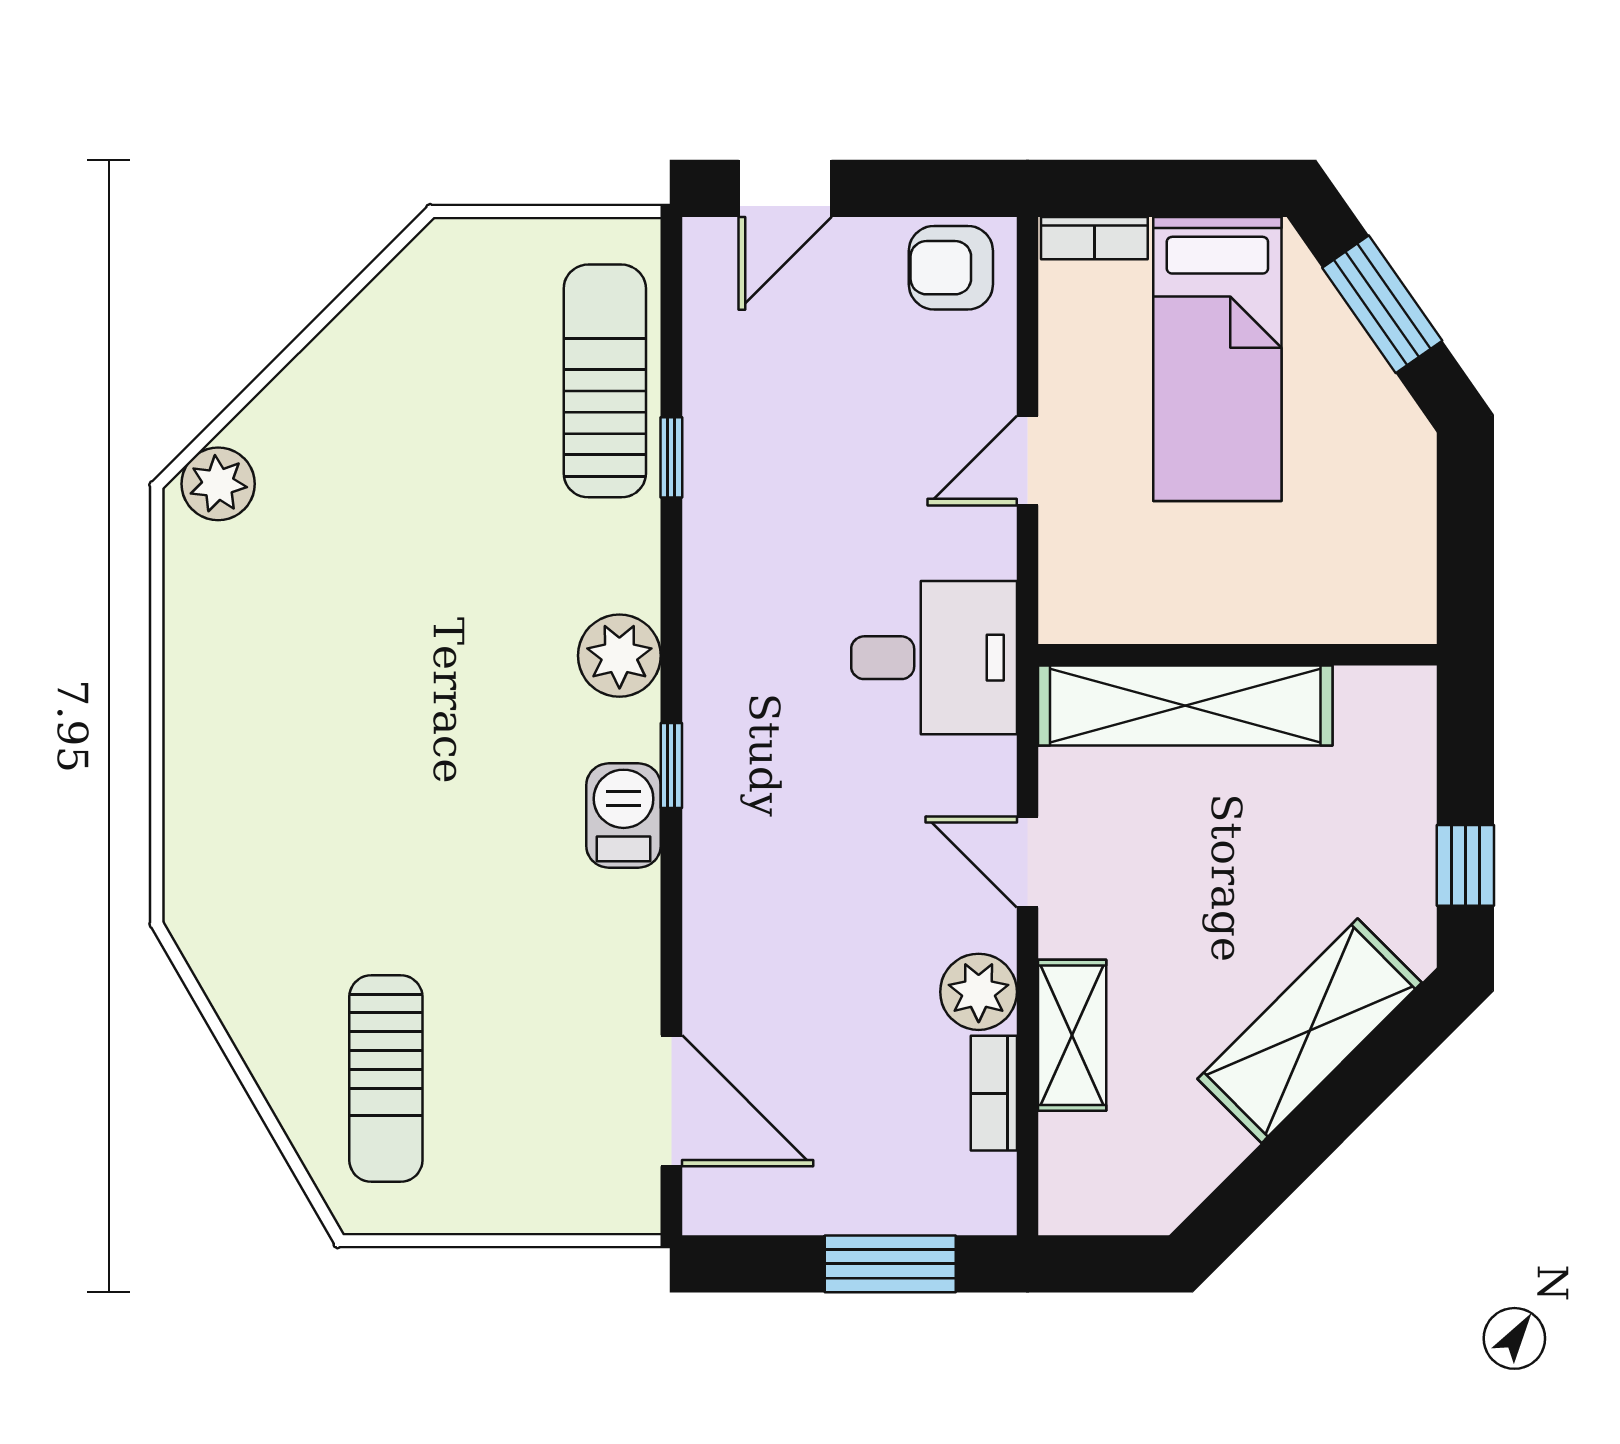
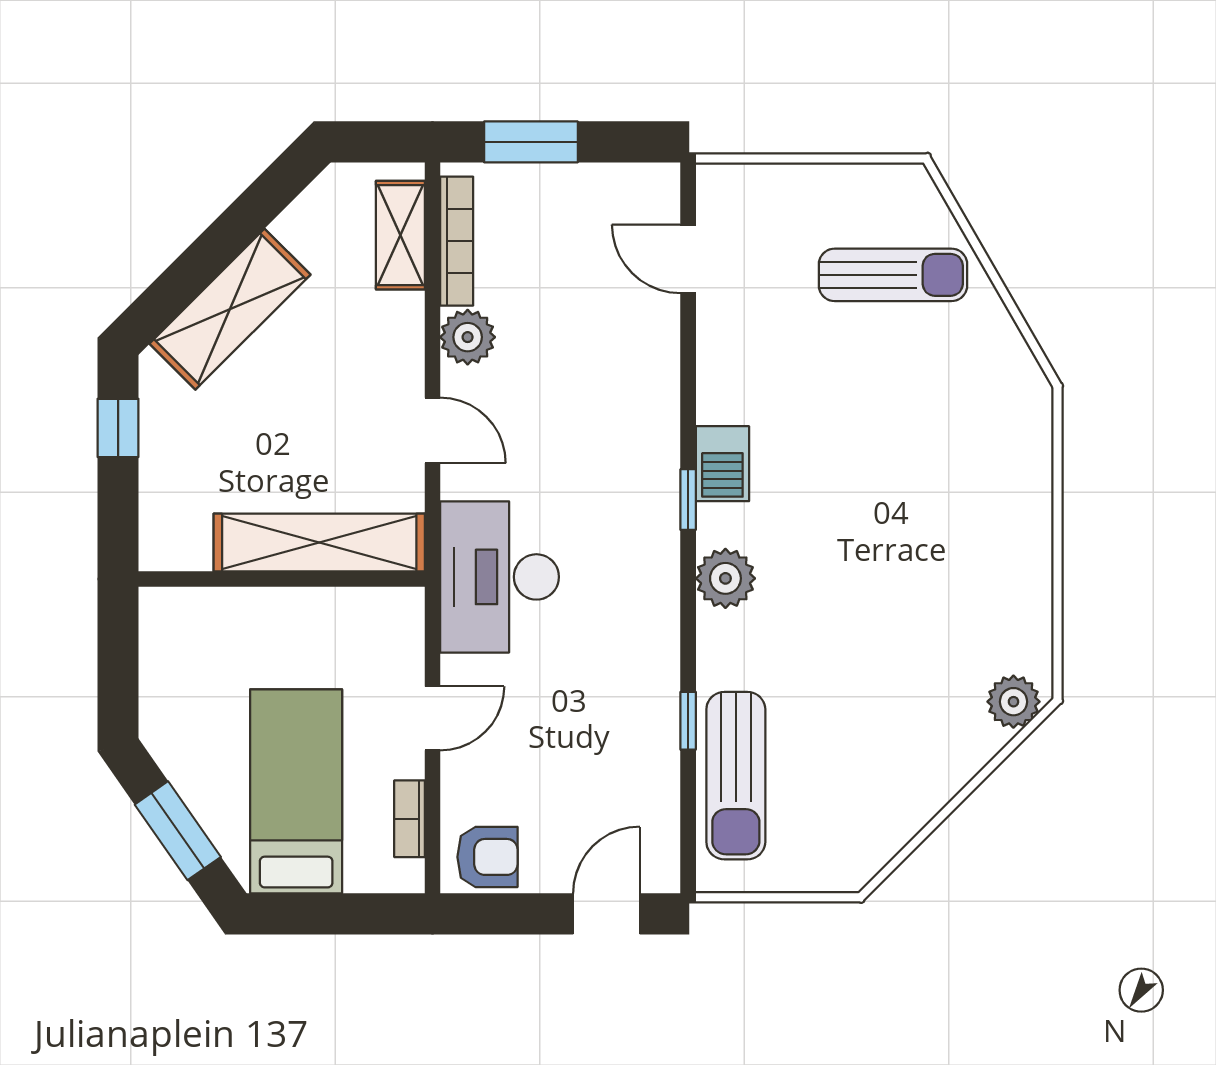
bookcase: (1094, 238) -> (410, 819), moved, turned -90
desk: (934, 658) -> (500, 577), width x1.37
shelving: (1072, 1035) -> (400, 235), moved
sun lounger: (386, 1079) -> (893, 275), turned 90
bookcase: (994, 1093) -> (457, 241), width x1.56
door: (671, 1101) -> (688, 259), width x0.73

